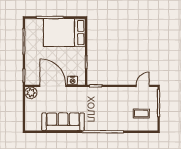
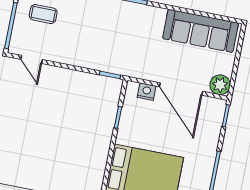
door: (143, 86) -> (31, 59), hinge flipped
sofa: (63, 122) -> (200, 31), moved

